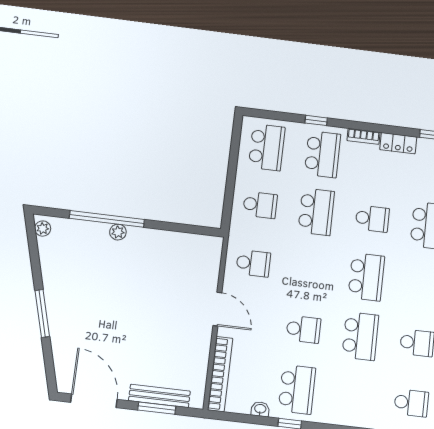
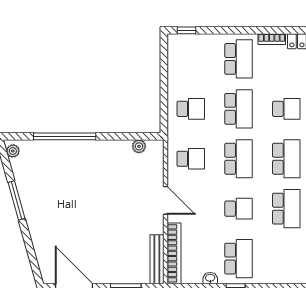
window: (316, 120) -> (186, 30), moved
school desk: (267, 147) -> (239, 159), moved
plant: (118, 232) -> (139, 146), moved
window: (42, 313) -> (17, 200), moved
bench: (159, 396) -> (157, 259), moved, turned 90

